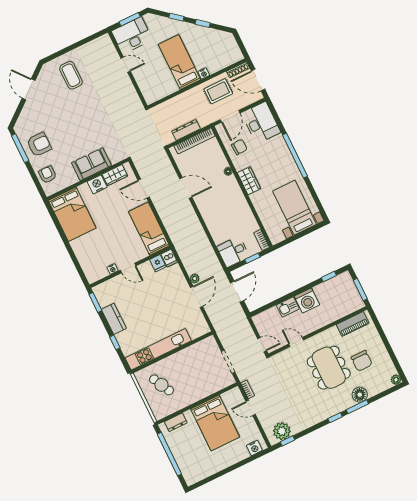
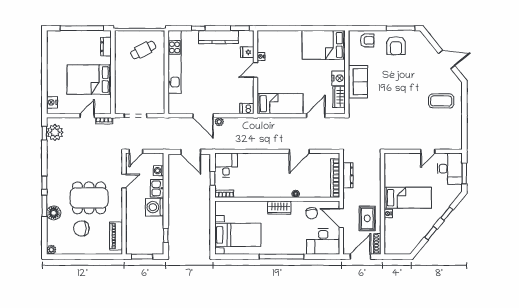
fridge: (158, 263) -> (247, 52), moved
washing machine: (270, 314) -> (159, 171), added
kitchen counter: (114, 319) -> (218, 37), width x1.50

